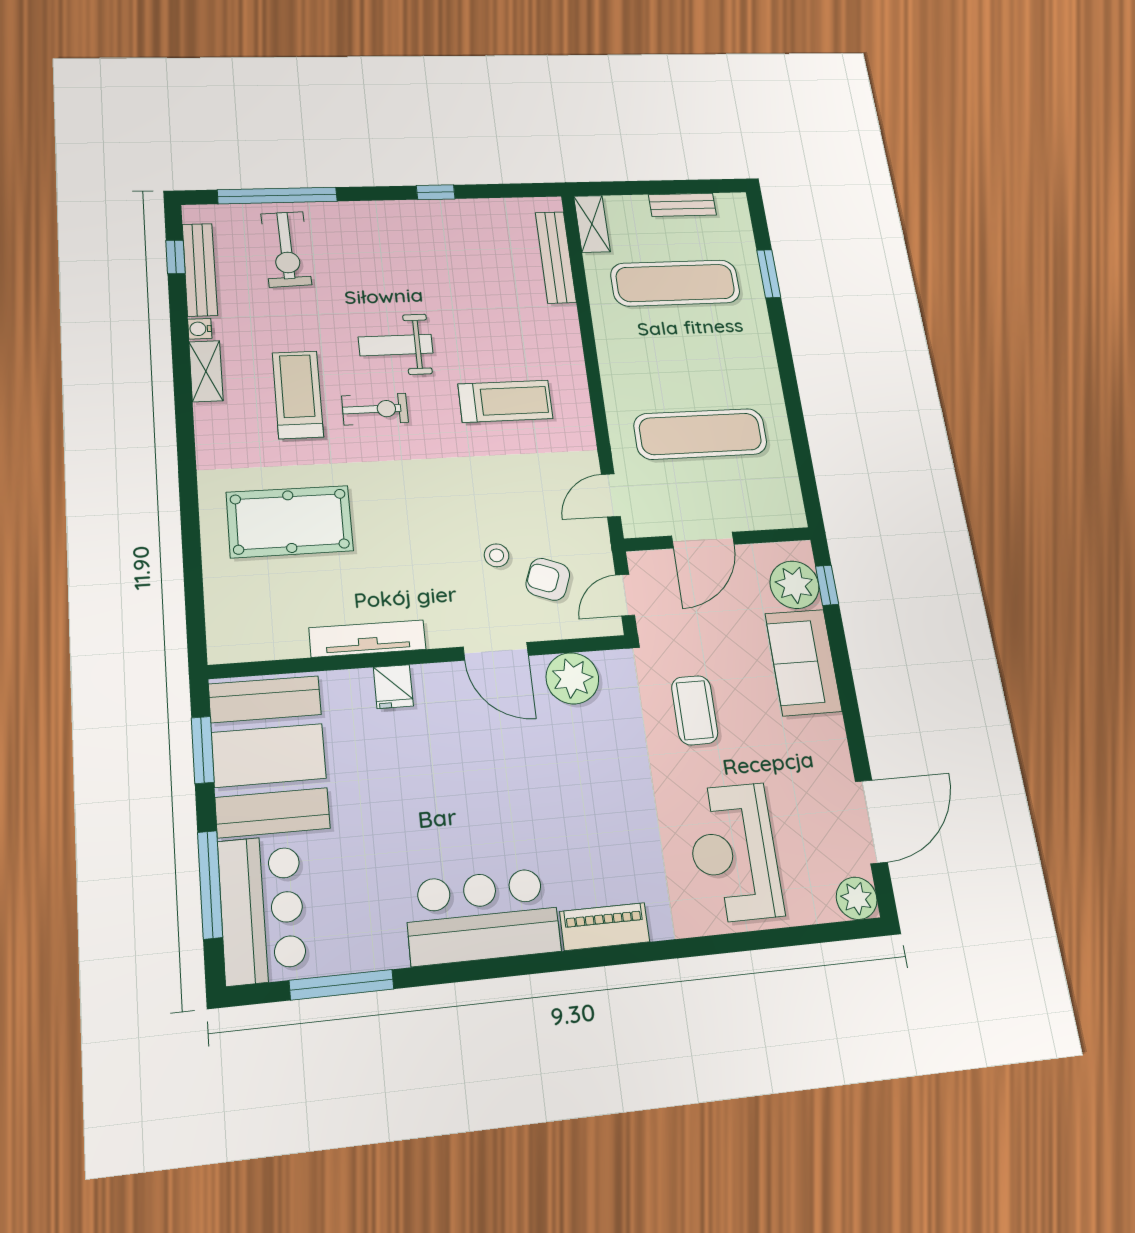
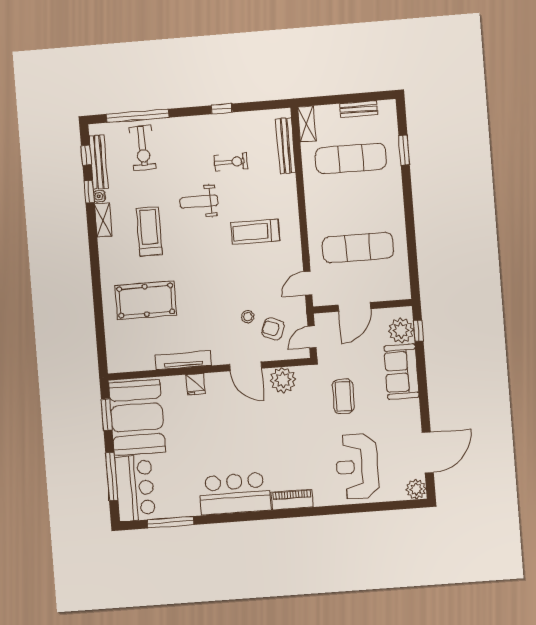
window: (179, 320) -> (89, 192), added
treadmill: (505, 401) -> (255, 232), turned 180
exercise bike: (375, 409) -> (231, 162), moved

